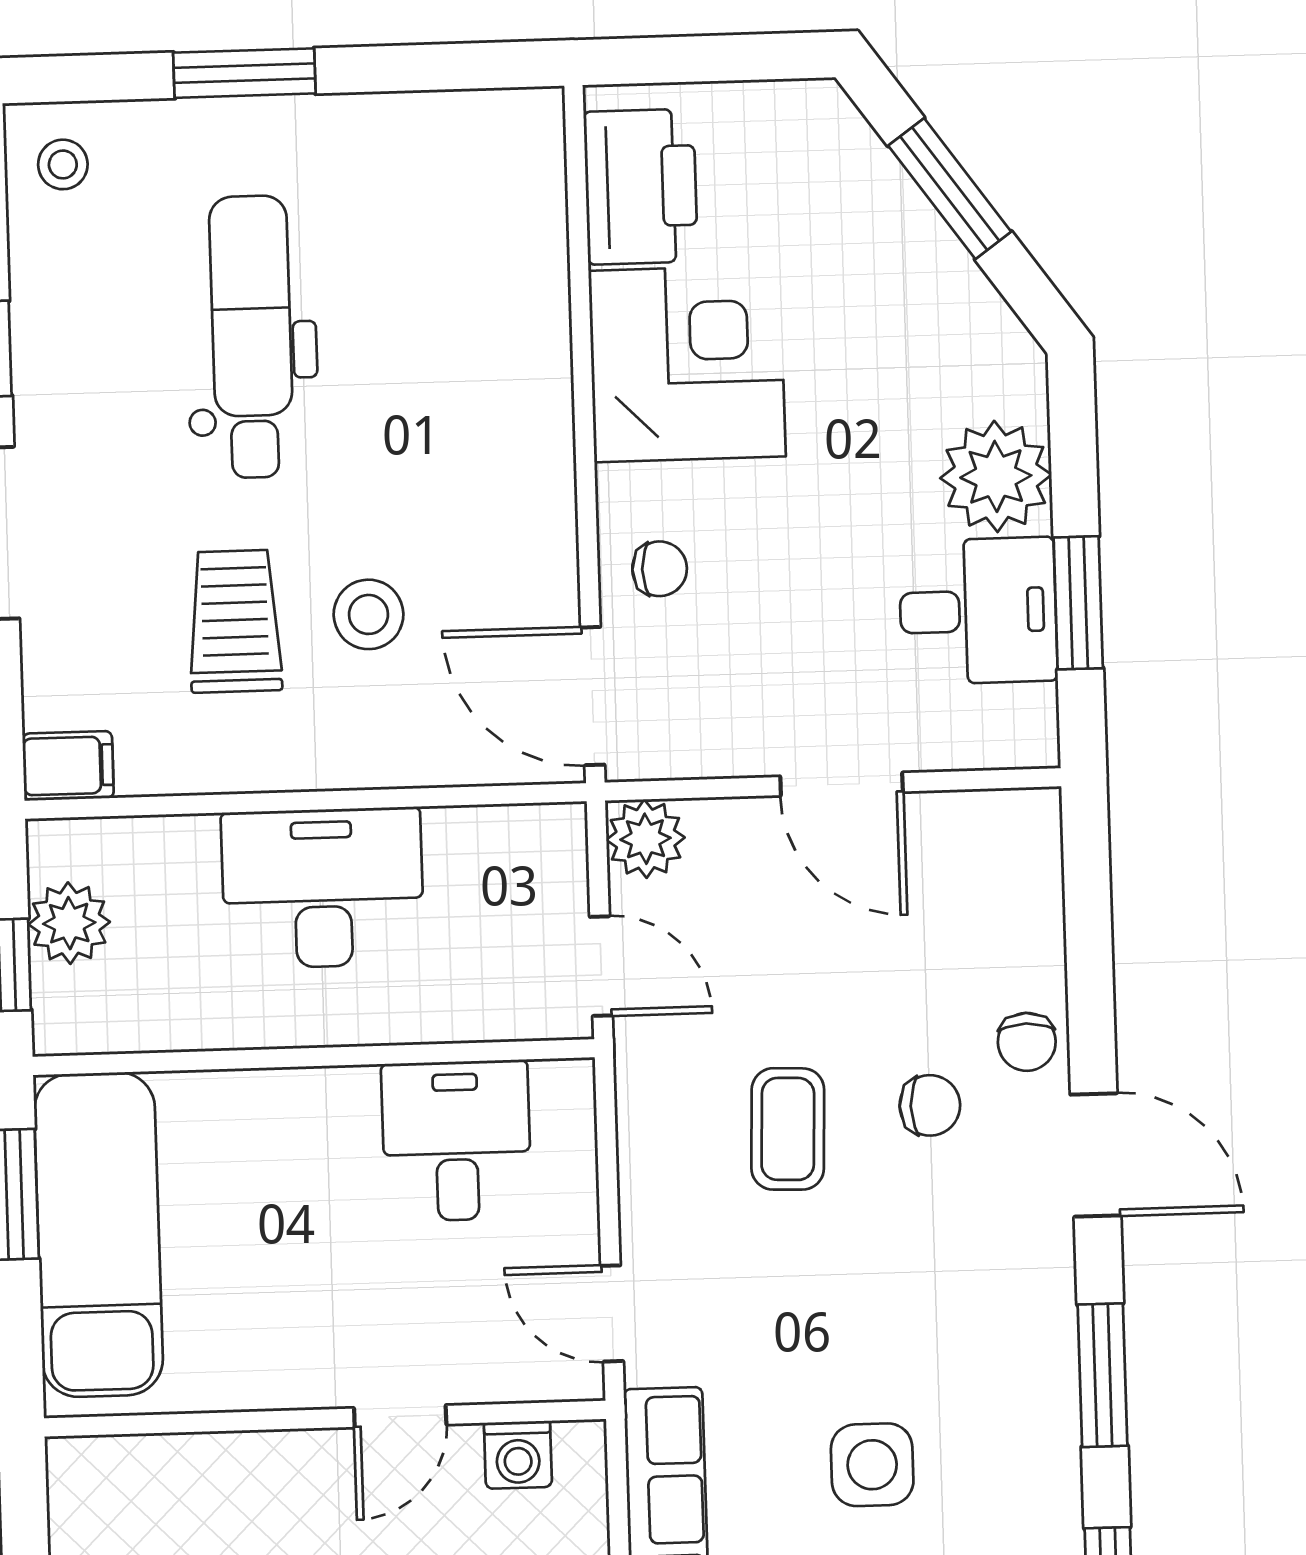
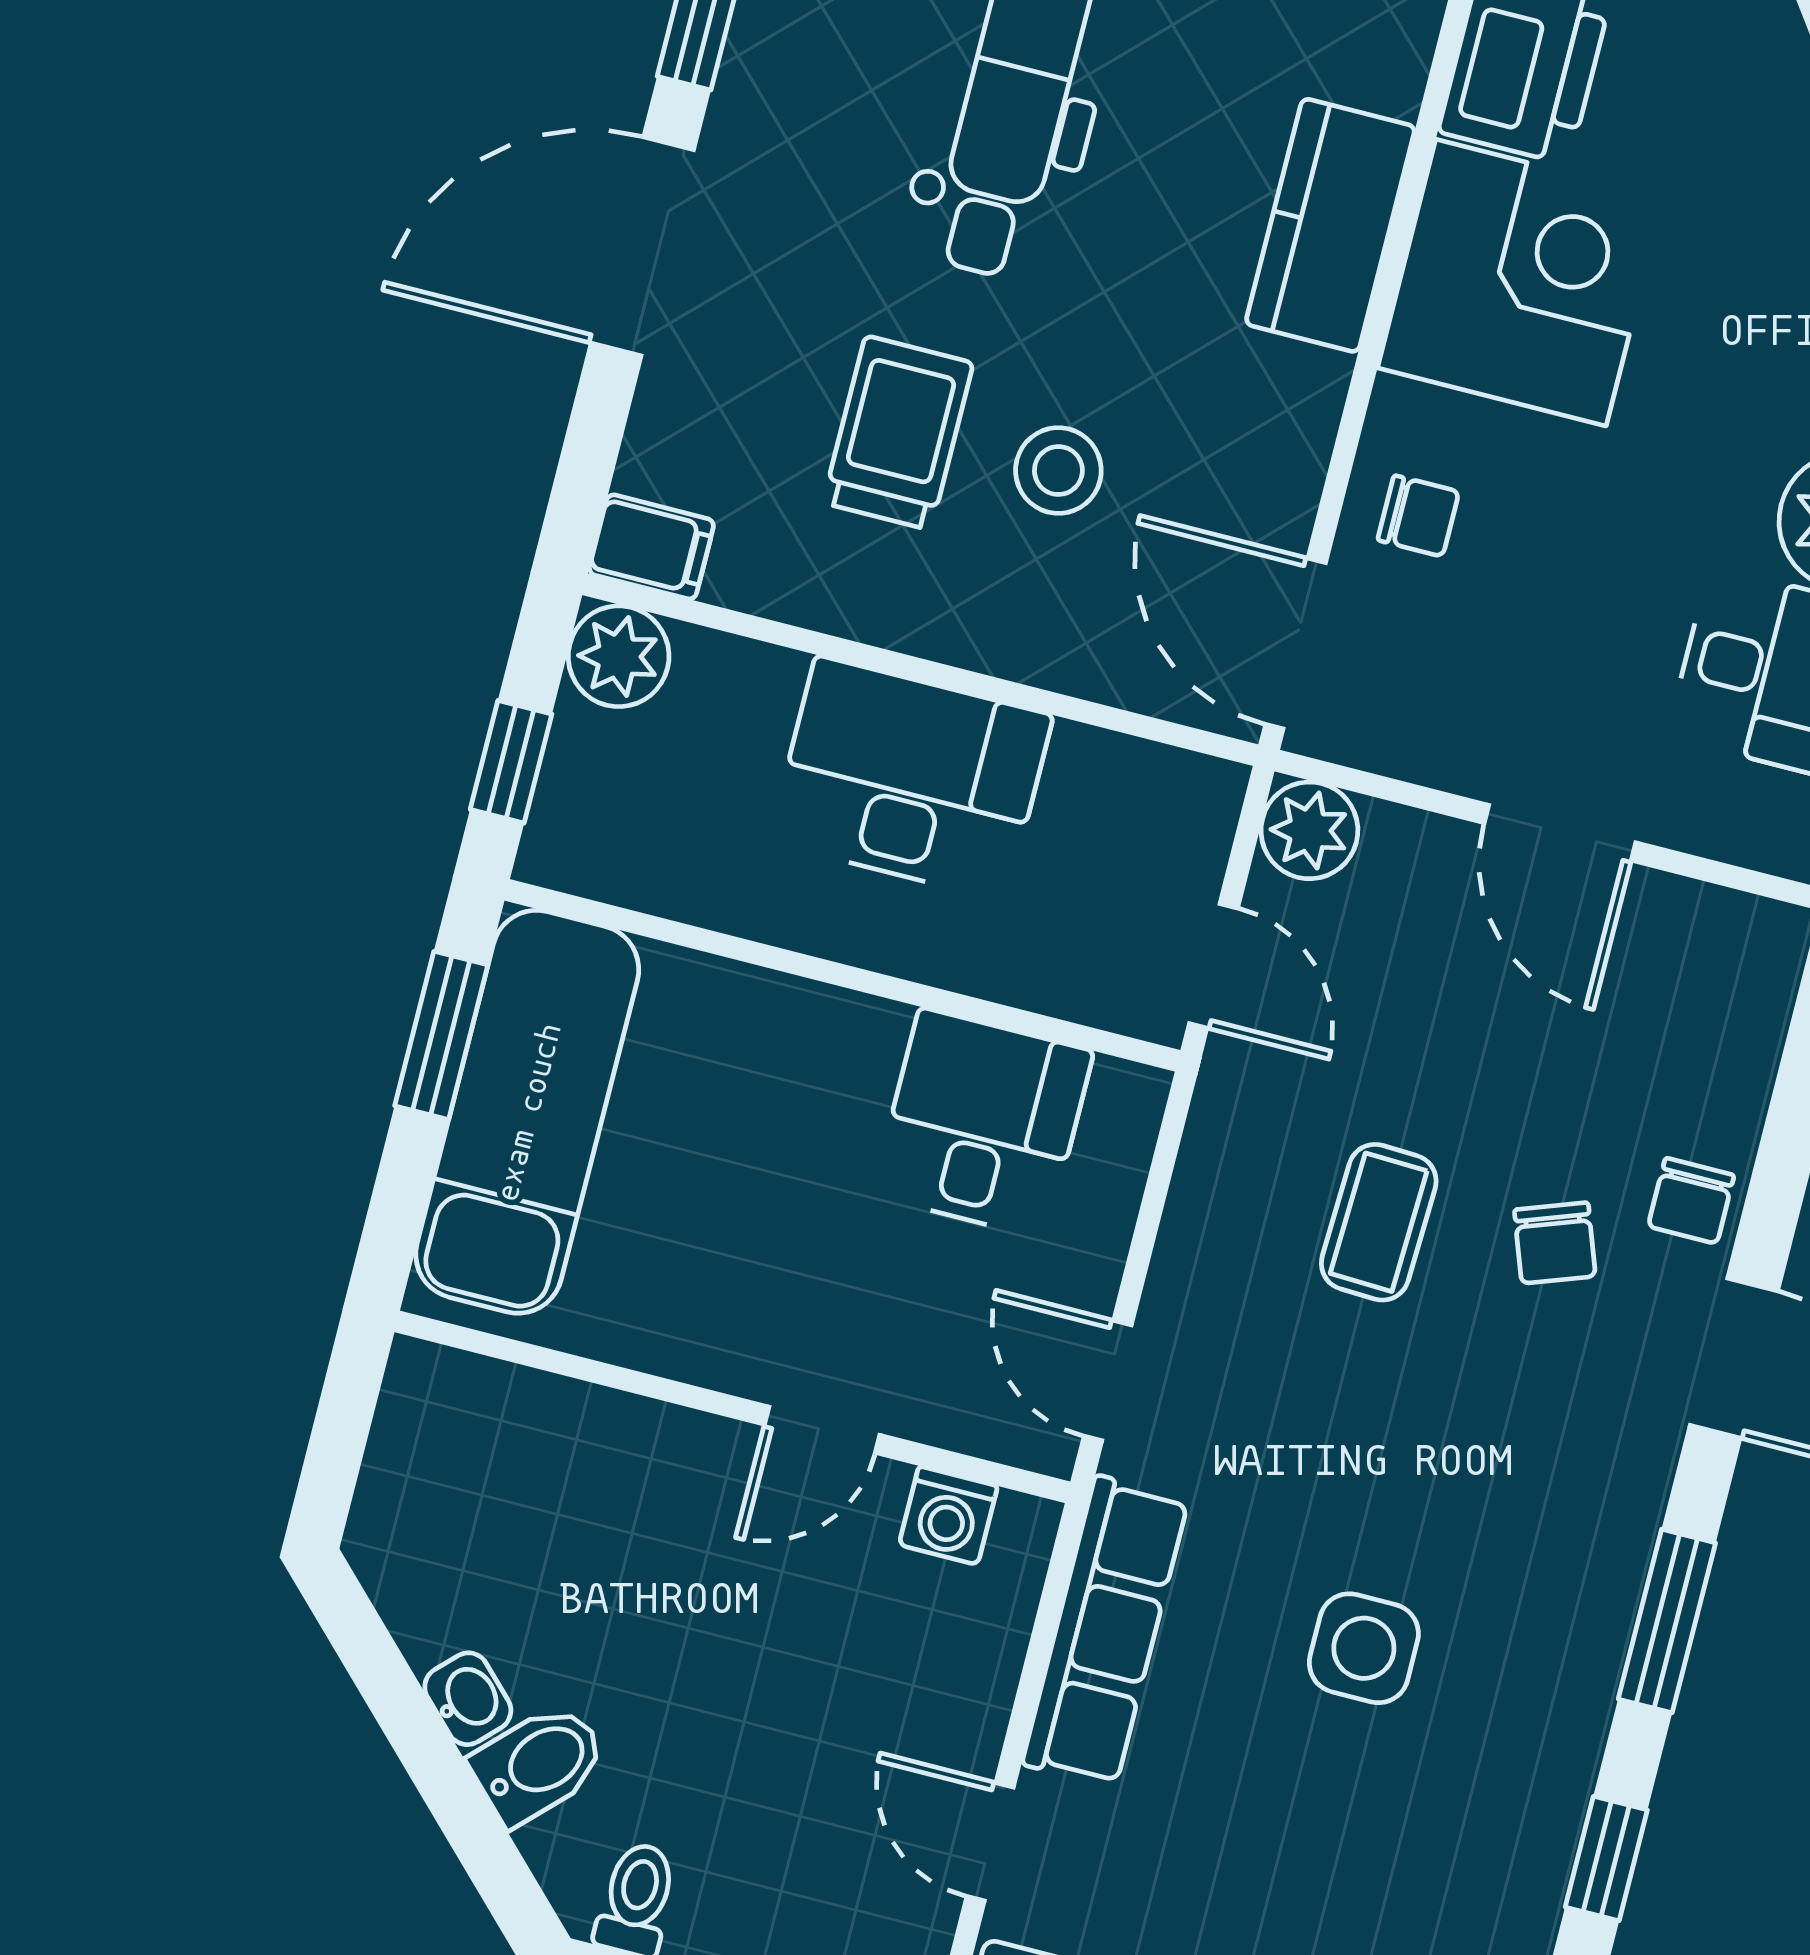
kitchen counter: (526, 362) -> (1330, 225), added
plant: (69, 923) -> (619, 656), moved
chair: (930, 1105) -> (1555, 1243), turned 70

